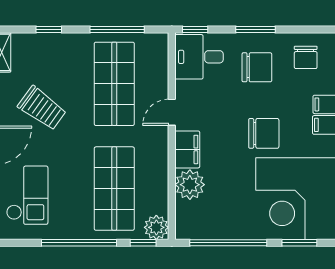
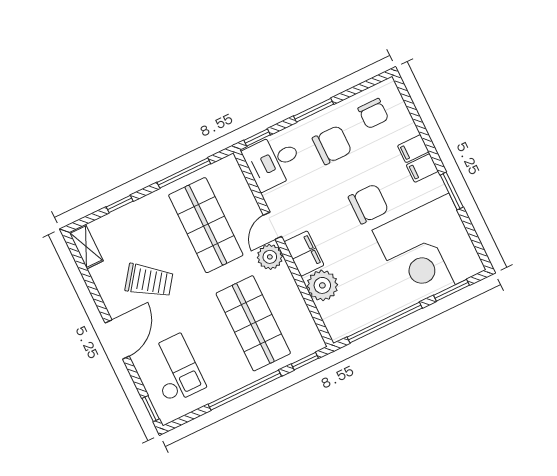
plant: (156, 227) -> (270, 257), moved

